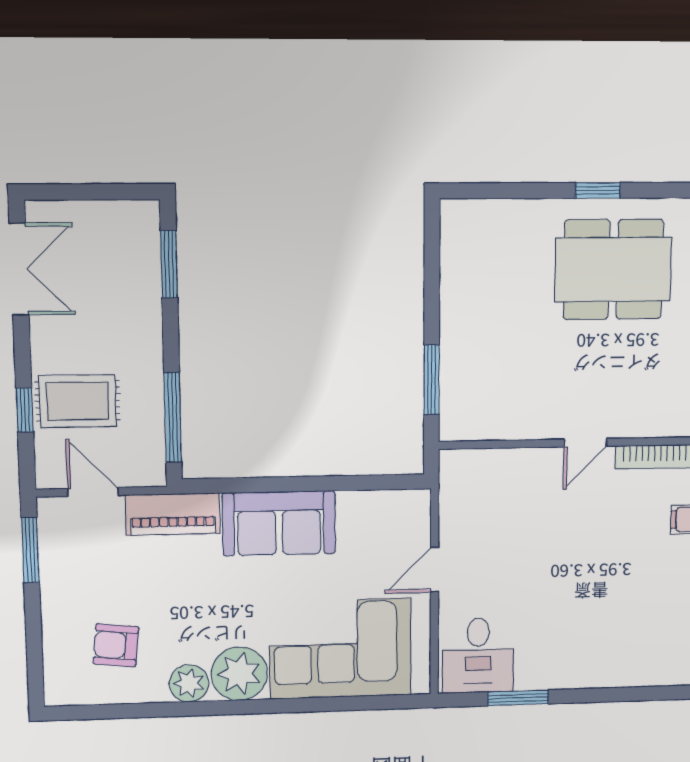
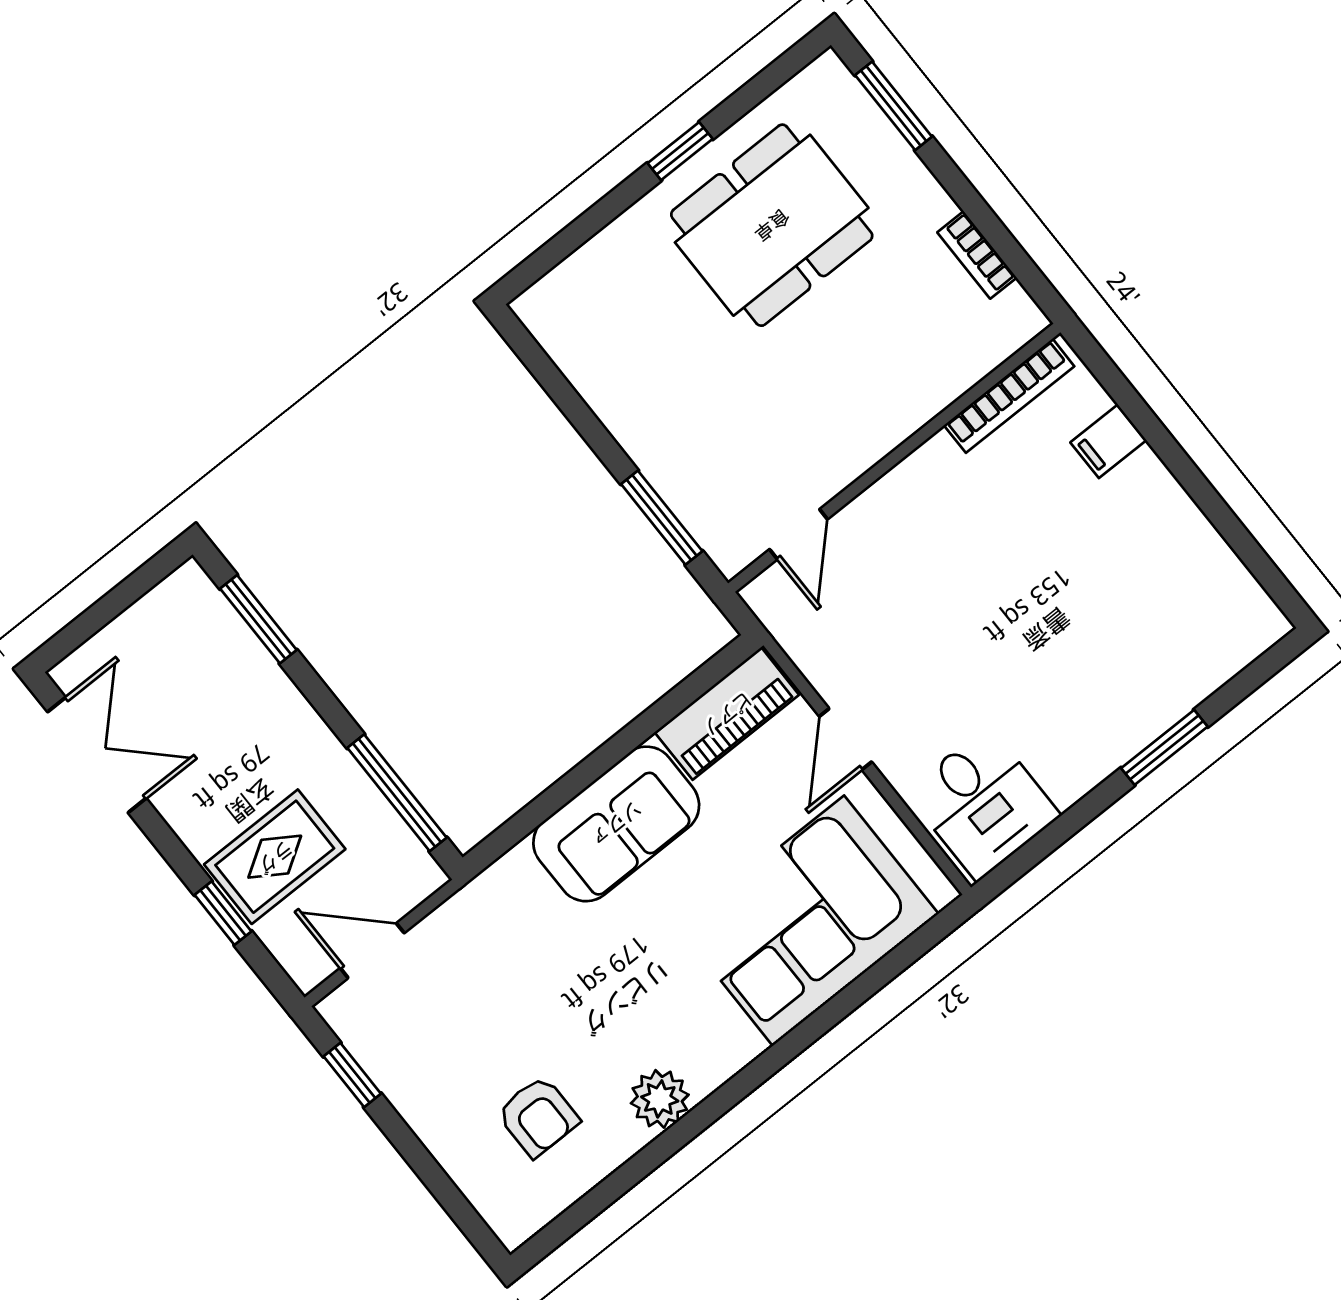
door: (585, 443) -> (798, 534), moved
piano: (173, 514) -> (727, 714), moved
window: (30, 550) -> (352, 1075), width x0.67
armchair: (116, 645) -> (538, 1116), turned -96
plant: (239, 674) -> (711, 1042), removed
window: (518, 698) -> (1164, 747), moved

